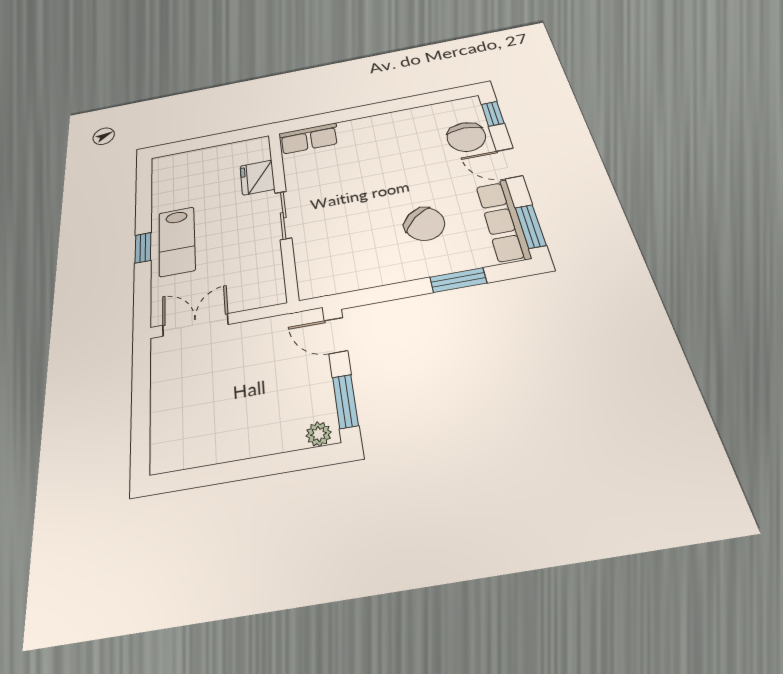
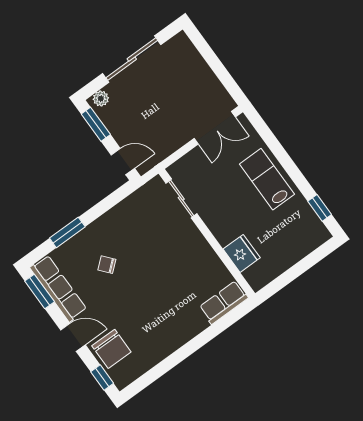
chair: (466, 137) -> (111, 349), turned 180
sliding door: (283, 215) -> (181, 198), moved
chair: (425, 224) -> (107, 265), width x0.54, depth x0.54
window: (143, 248) -> (320, 208), moved
sliding door: (243, 469) -> (132, 59), added

